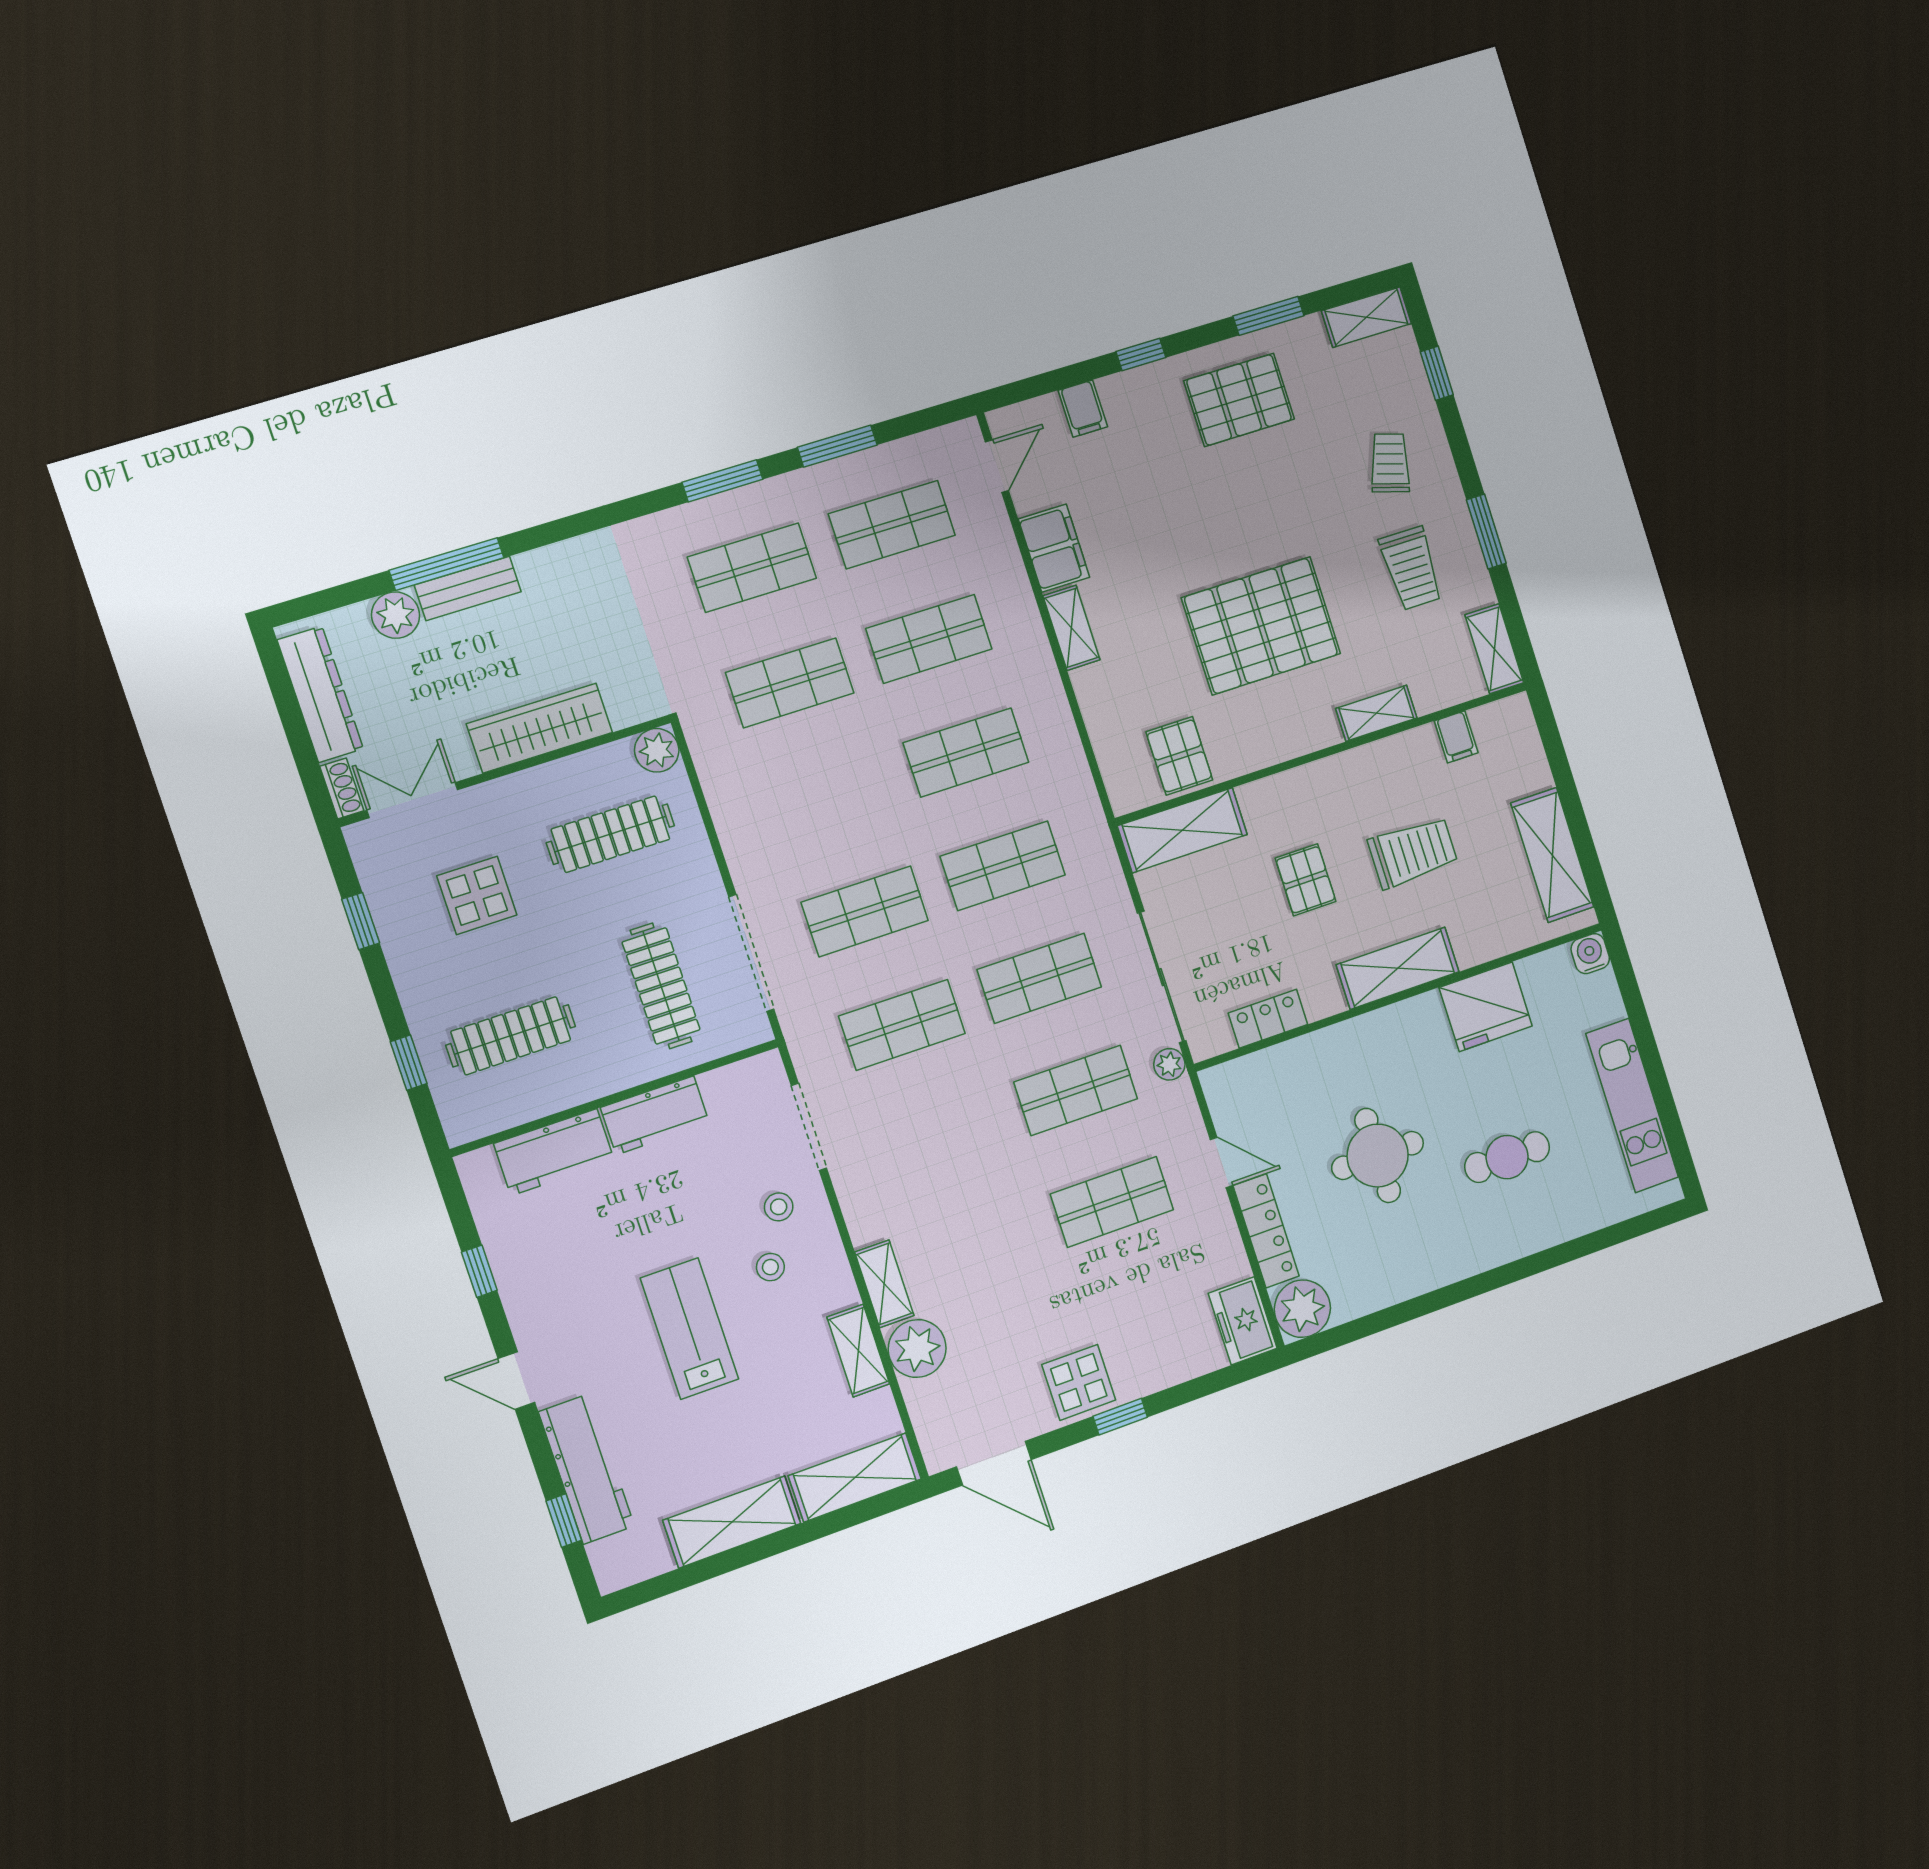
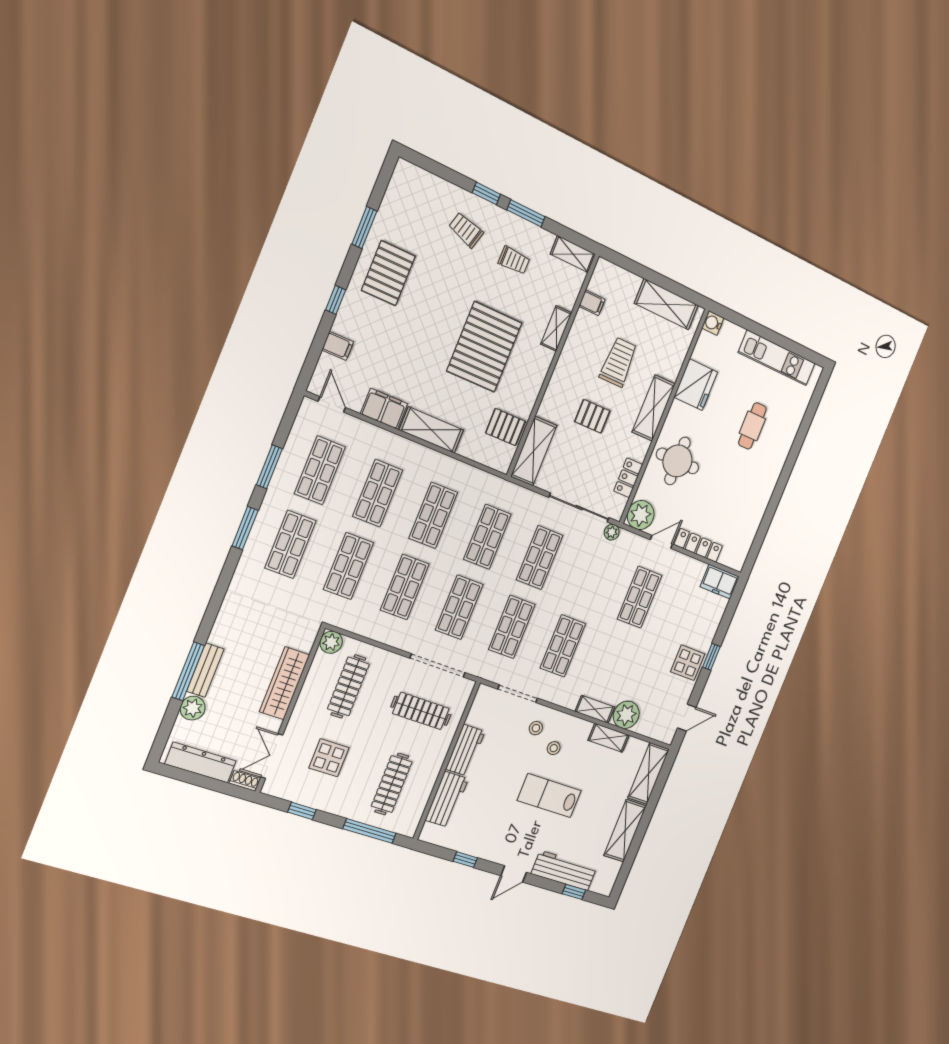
shelving: (1366, 317) -> (399, 184), removed
window: (1437, 373) -> (486, 193), moved
trolley: (1411, 568) -> (514, 260), width x0.73, depth x0.72
shelving: (1071, 628) -> (431, 430), width x1.50, depth x1.33
shop shelf: (827, 797) -> (405, 587), added
window: (409, 1063) -> (370, 831), width x2.17
shop shelf: (1076, 1090) -> (563, 646), moved
round table: (1378, 1156) -> (677, 461), moved
plant: (1302, 1309) -> (641, 515), moved
door: (994, 1463) -> (687, 718), width x0.73

